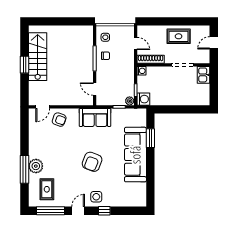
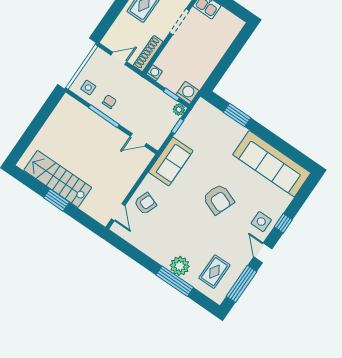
sofa: (135, 155) -> (272, 164), moved
rug: (47, 189) -> (214, 272), turned 90

